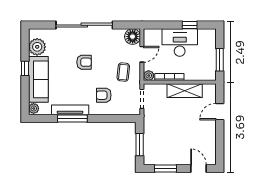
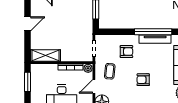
shelving: (185, 91) -> (46, 55), moved
door: (220, 112) -> (28, 24), moved
window: (72, 119) -> (153, 32), width x1.46

